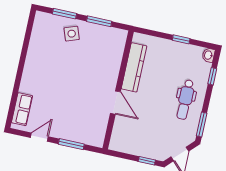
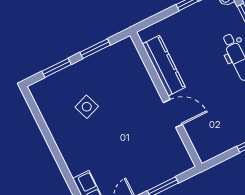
side table: (72, 34) -> (87, 107), moved

